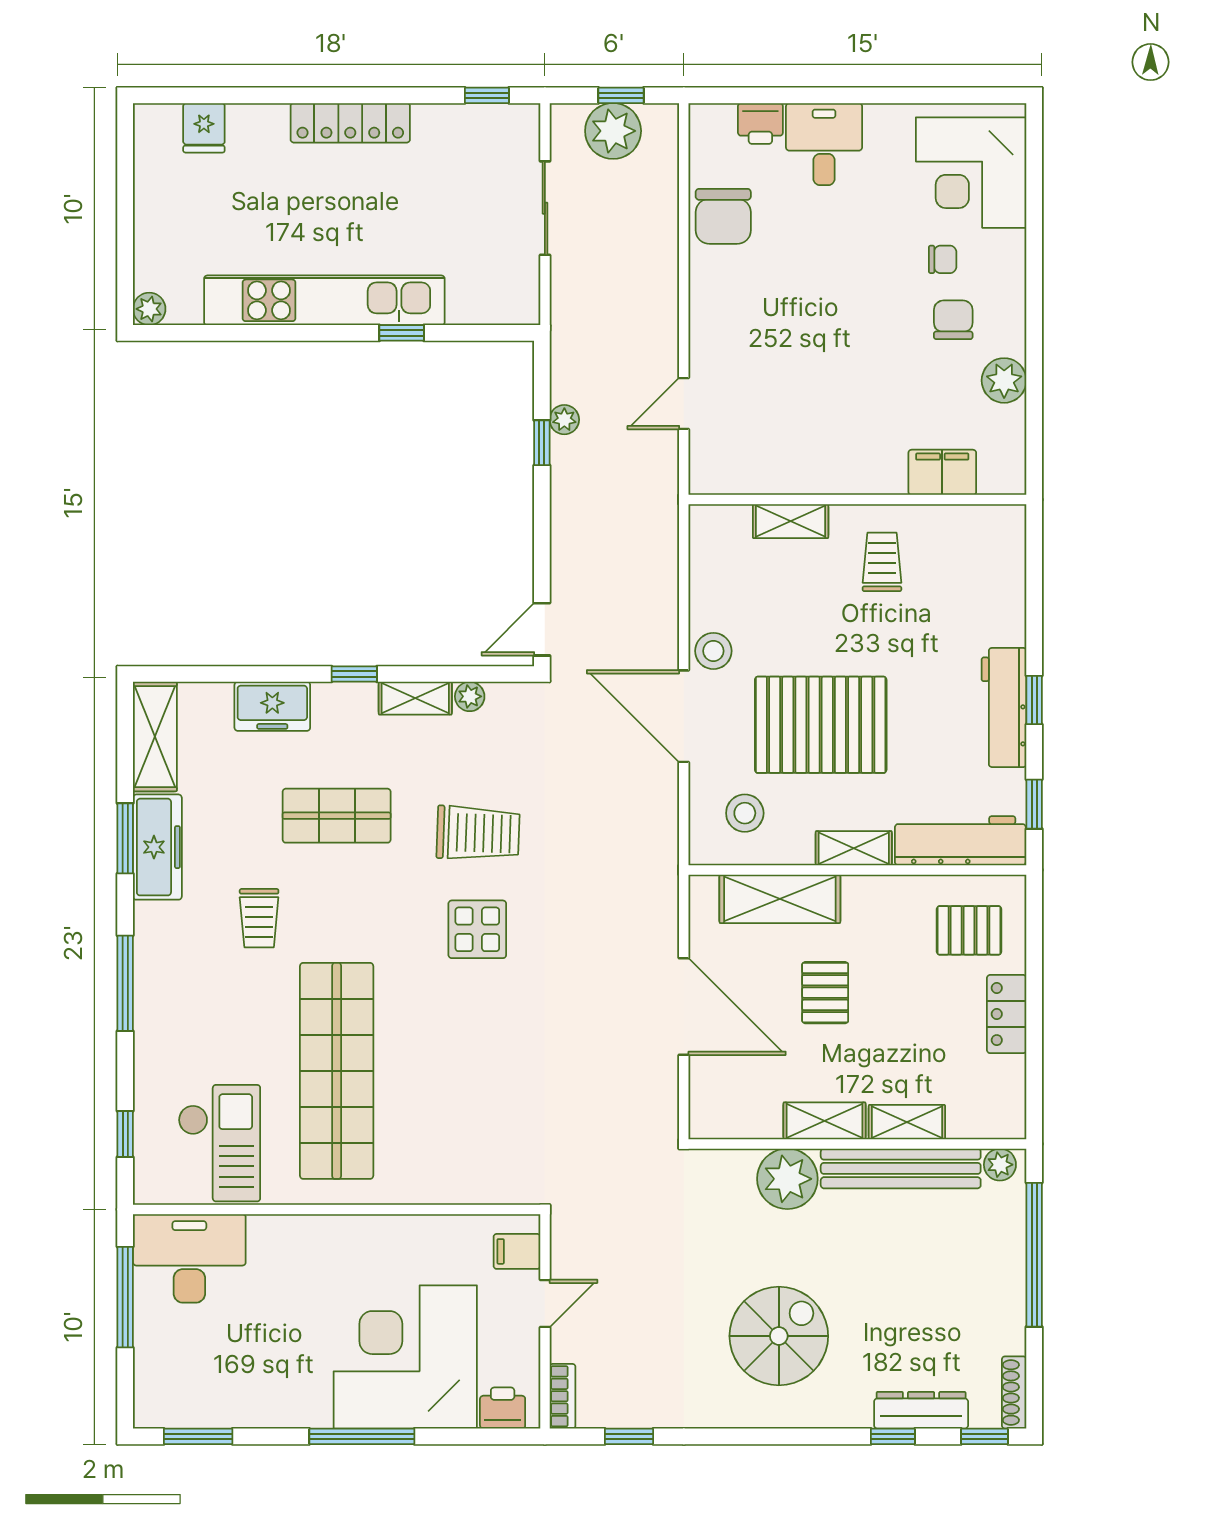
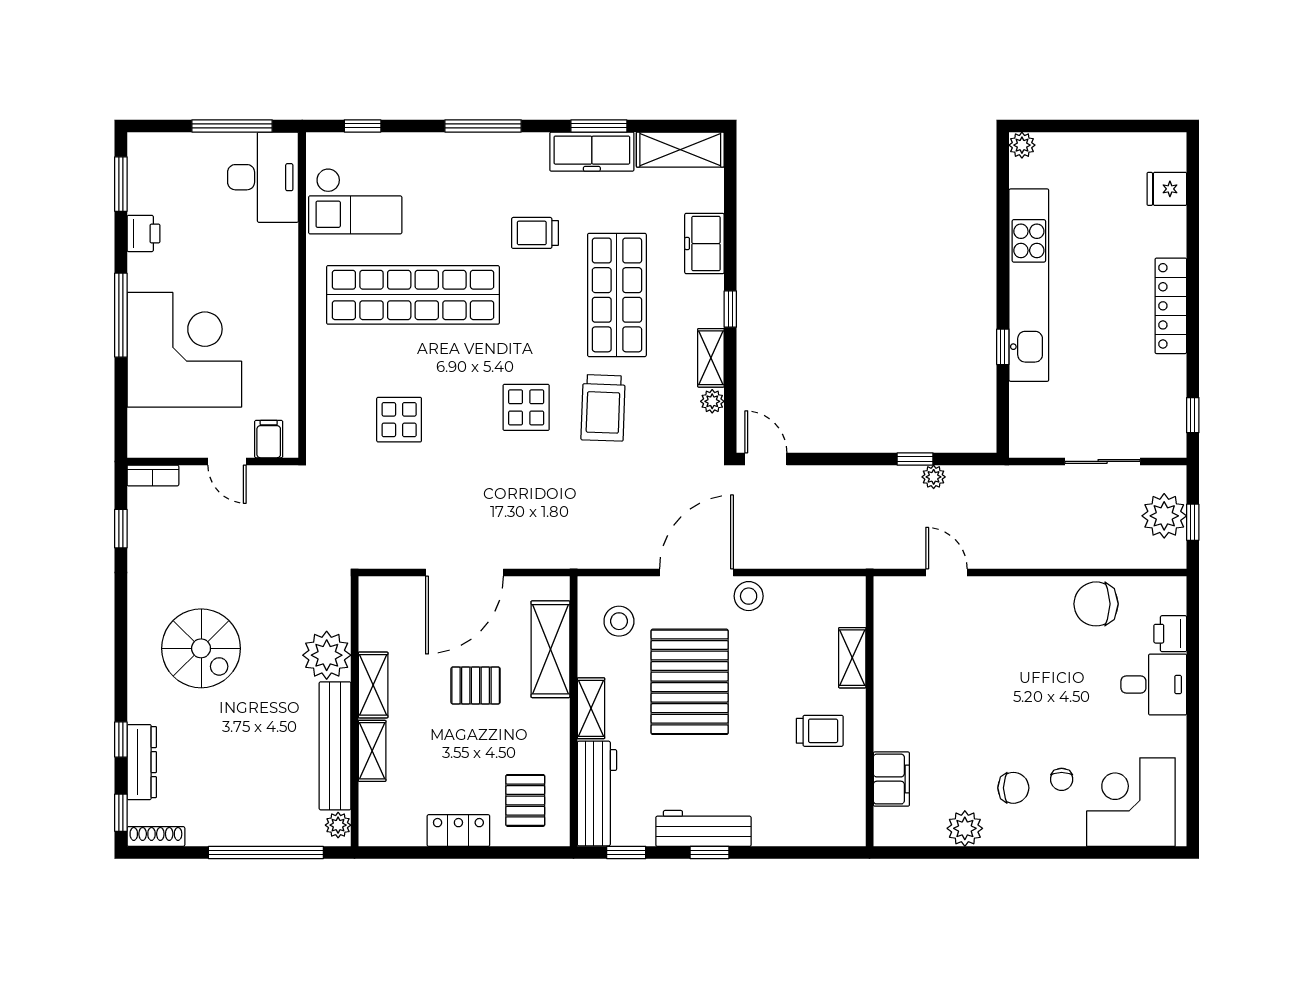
shop shelf: (337, 816) -> (617, 295), width x1.43, depth x1.36
display table: (493, 1088) -> (399, 420), added
printer: (503, 1408) -> (143, 233), moved

